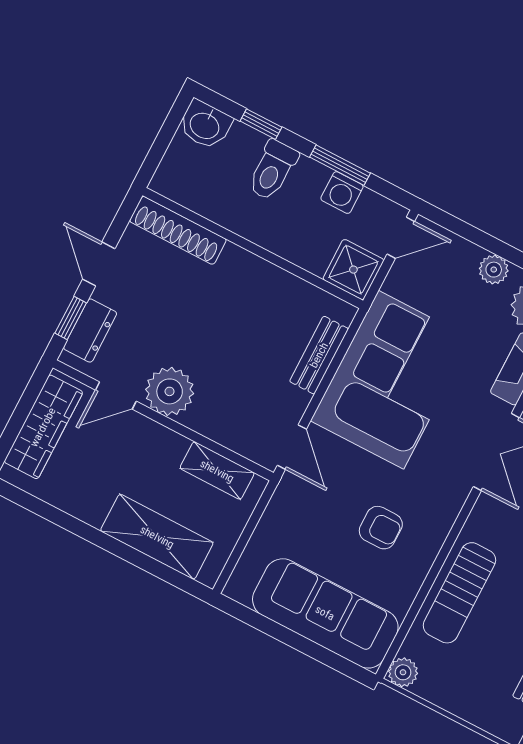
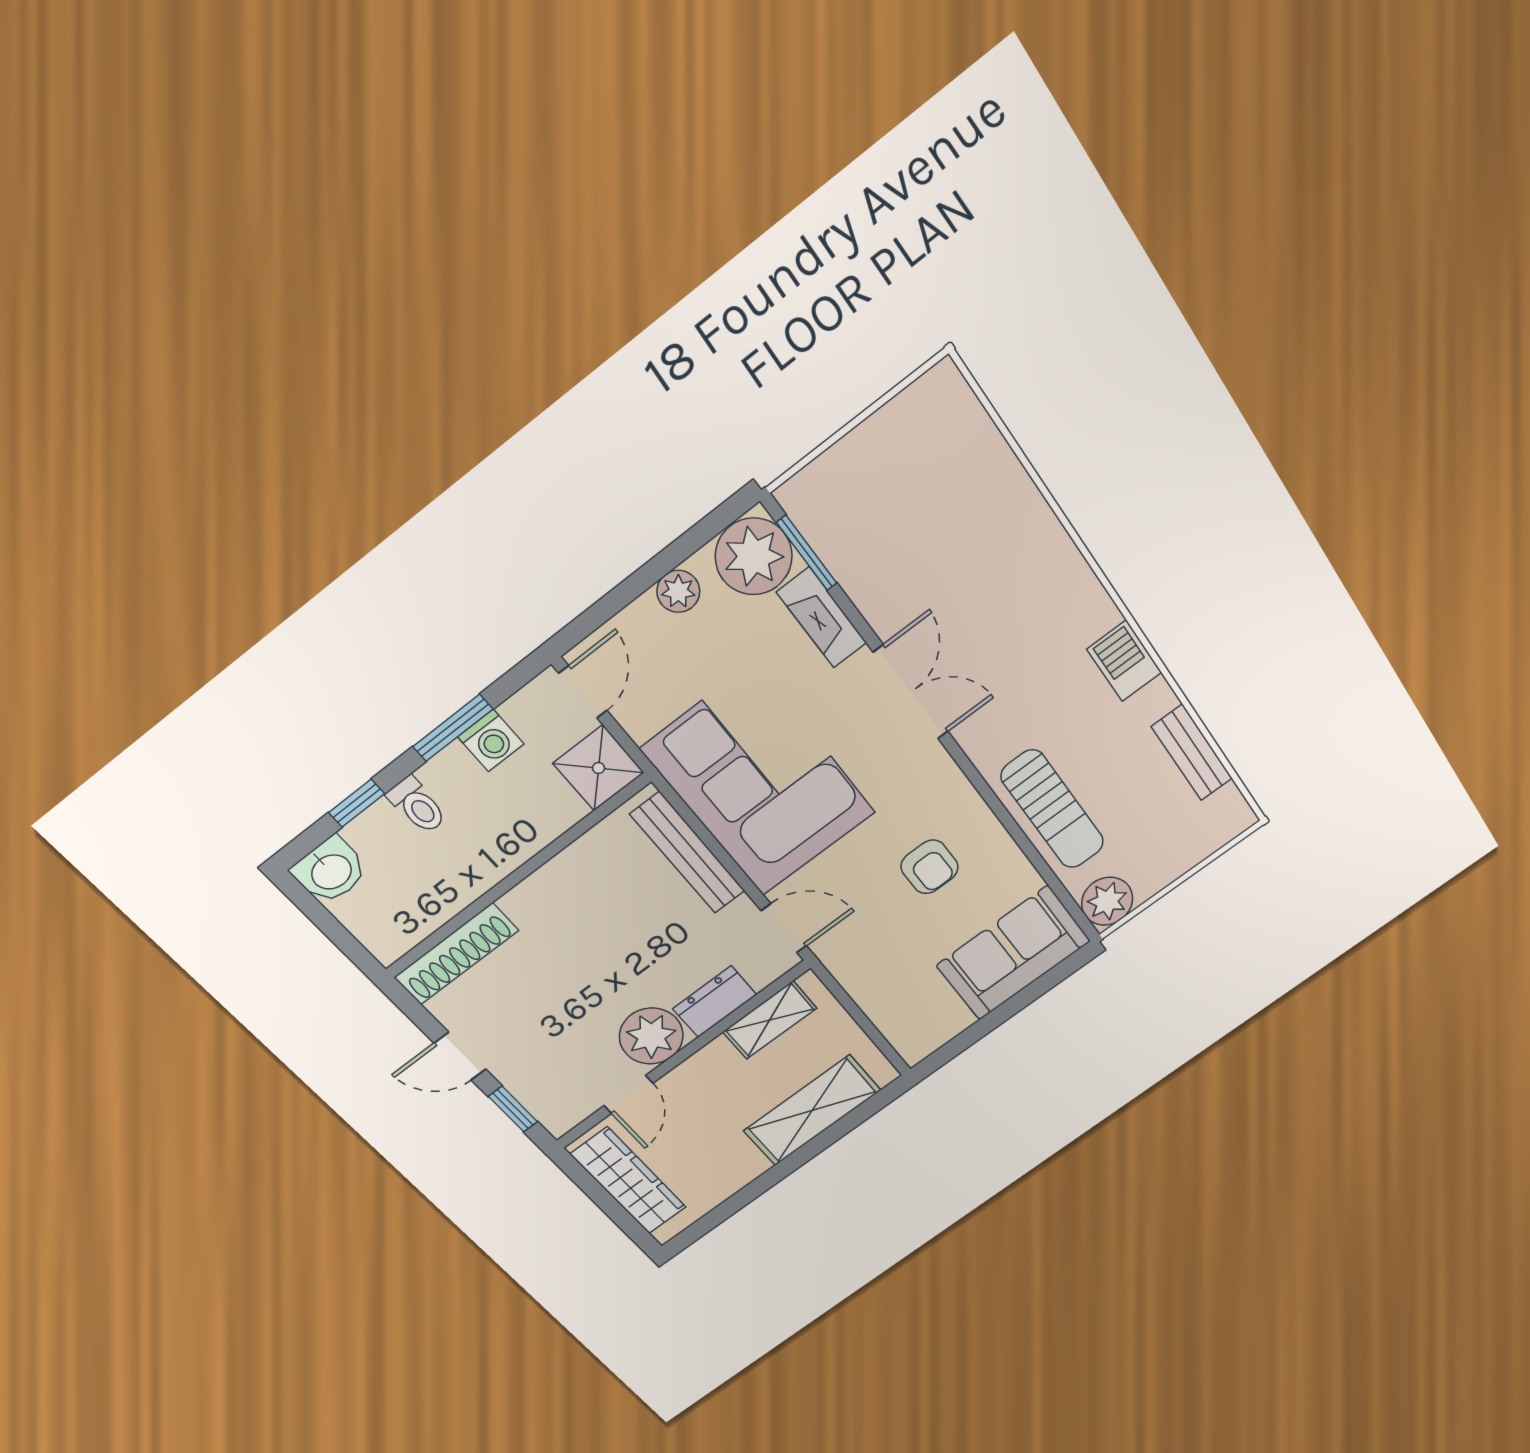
toilet: (273, 170) -> (417, 805), width x0.73, depth x0.72
dresser: (90, 331) -> (715, 1002), moved, turned -90
bench: (319, 355) -> (688, 853), width x1.36
armchair: (381, 528) -> (930, 867), turned 90
sofa: (325, 613) -> (1013, 953), width x0.73
plant: (403, 672) -> (1107, 901), width x1.38, depth x1.38

